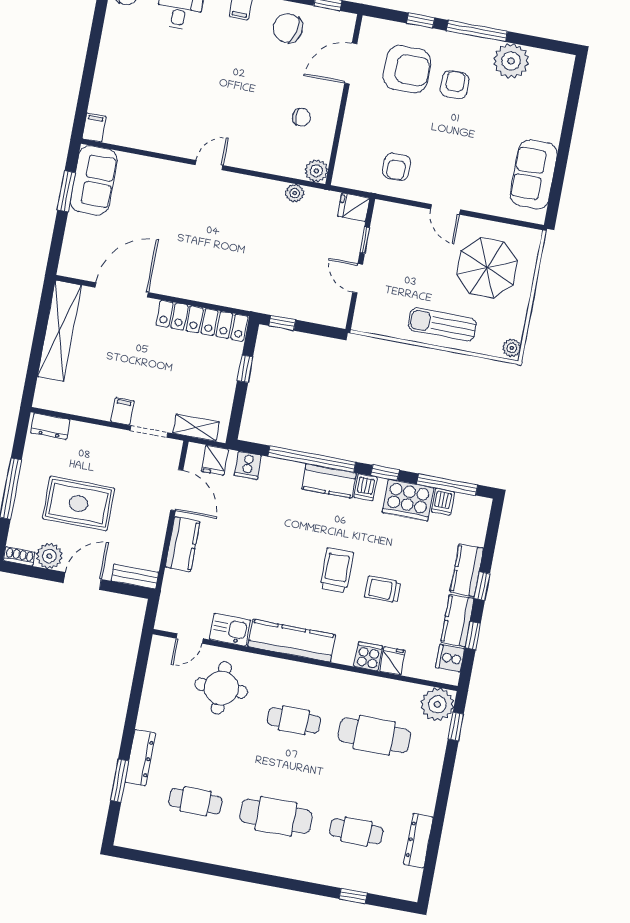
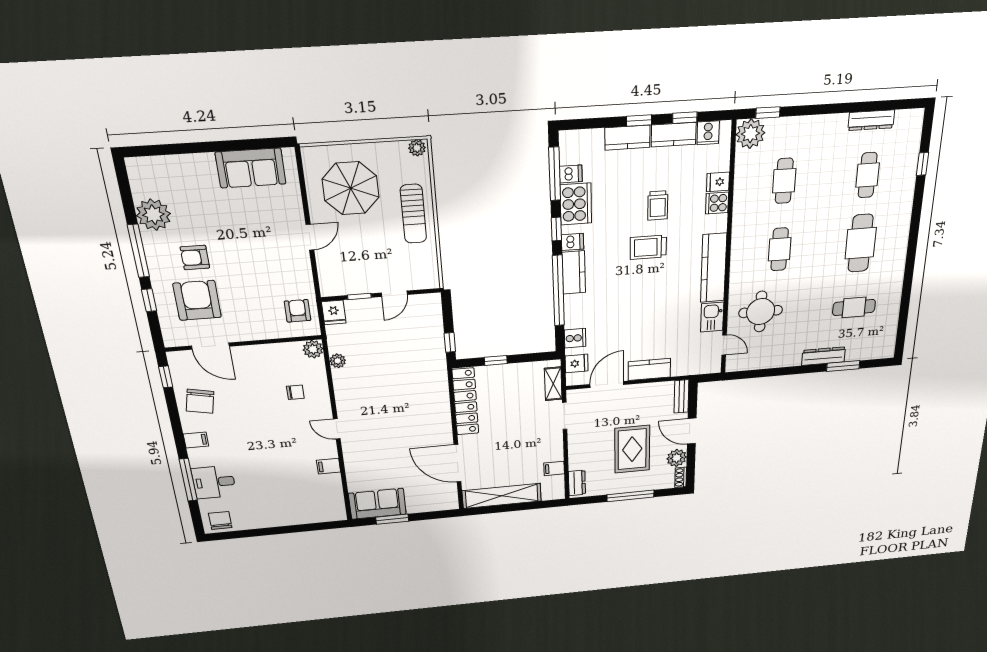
chair: (301, 117) -> (295, 392), moved, turned 90
filing cabinet: (94, 127) -> (329, 466), moved
armchair: (397, 167) -> (298, 311), moved, turned -90
filing cabinet: (123, 411) -> (554, 468), moved
cafe table: (374, 735) -> (784, 181), width x0.73, depth x0.74
cafe table: (195, 801) -> (854, 307), turned 90

